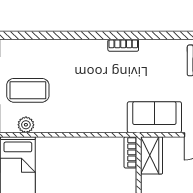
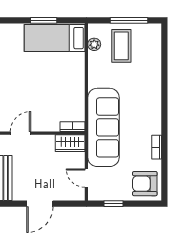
bookcase: (123, 45) -> (157, 147), moved
sofa: (154, 117) -> (103, 127), width x1.85, depth x1.27

